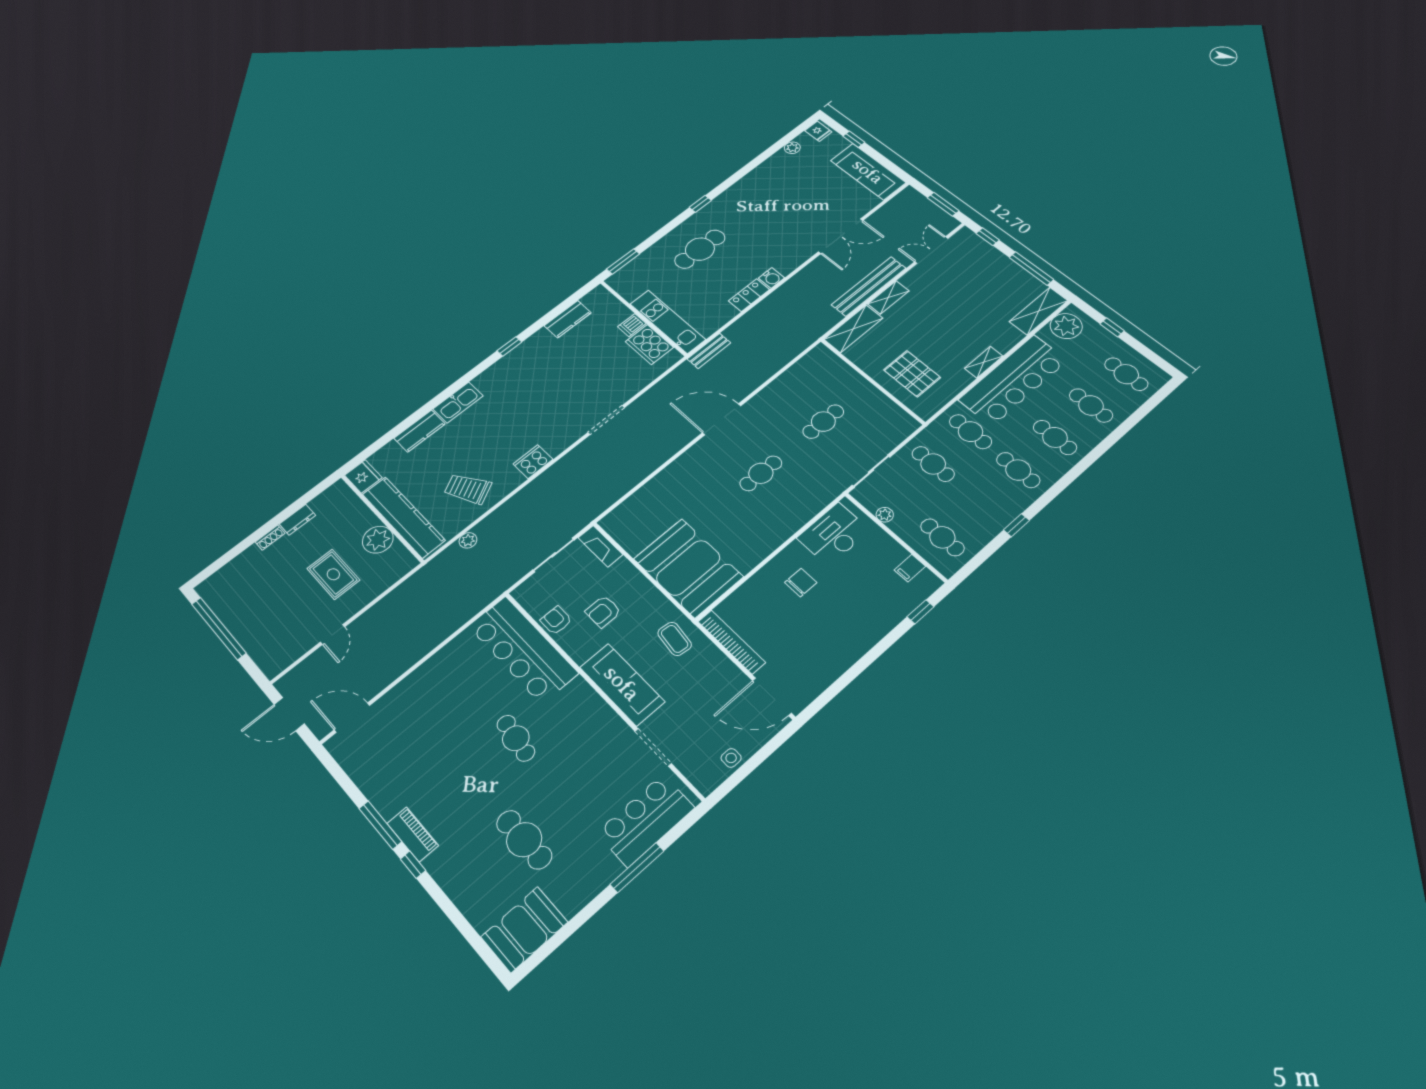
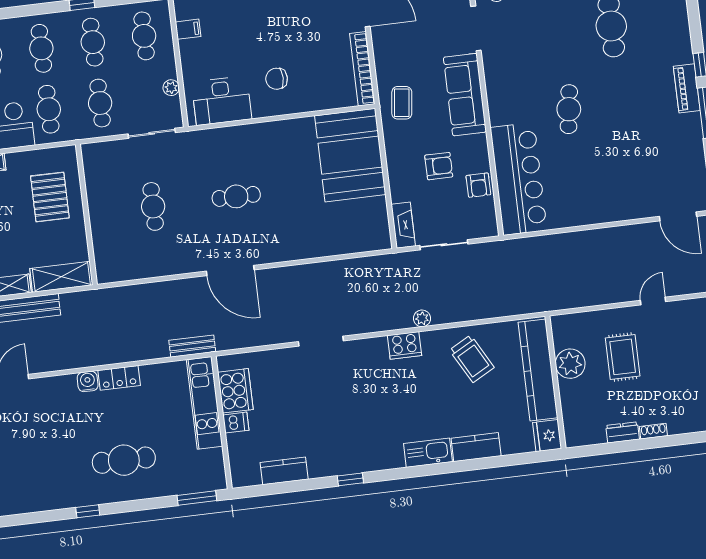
cafe table: (823, 422) -> (153, 206), turned 90
cafe table: (981, 503) -> (93, 42), added
plant: (468, 540) -> (422, 318), moved

